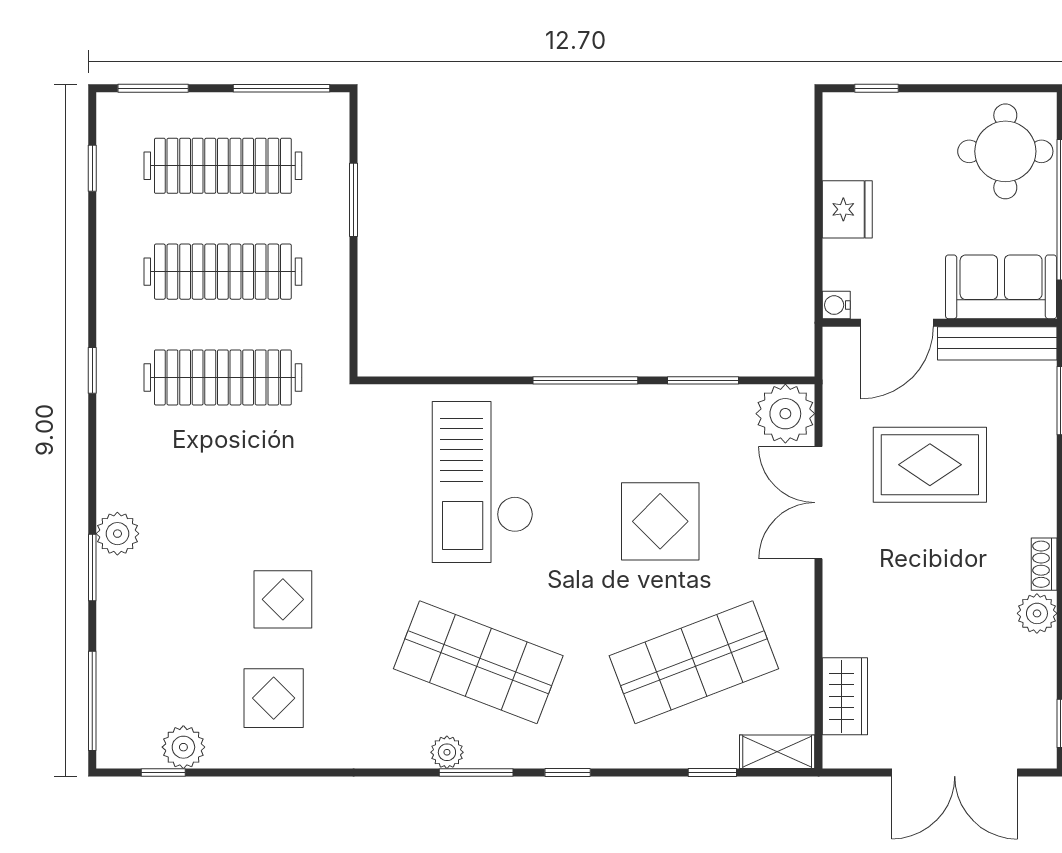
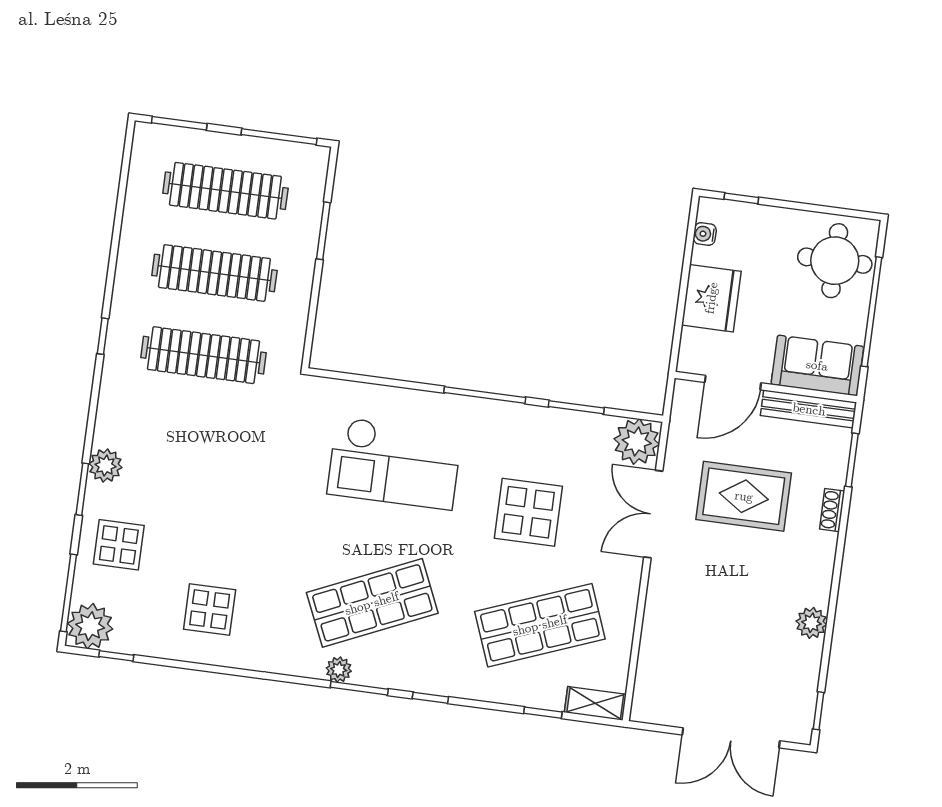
window: (92, 168) -> (124, 179), removed
fridge: (847, 209) -> (711, 298), width x1.36, depth x1.34
water cooler: (836, 305) -> (705, 234), moved
checkout: (483, 482) -> (395, 463), turned -90
shoe rack: (1044, 564) -> (832, 510), moved
display table: (283, 599) -> (119, 545), moved
shop shelf: (478, 662) -> (372, 603), turned -45
wardrobe: (845, 696) -> (654, 667), removed
plant: (183, 747) -> (90, 626), moved, width x1.36, depth x1.36

